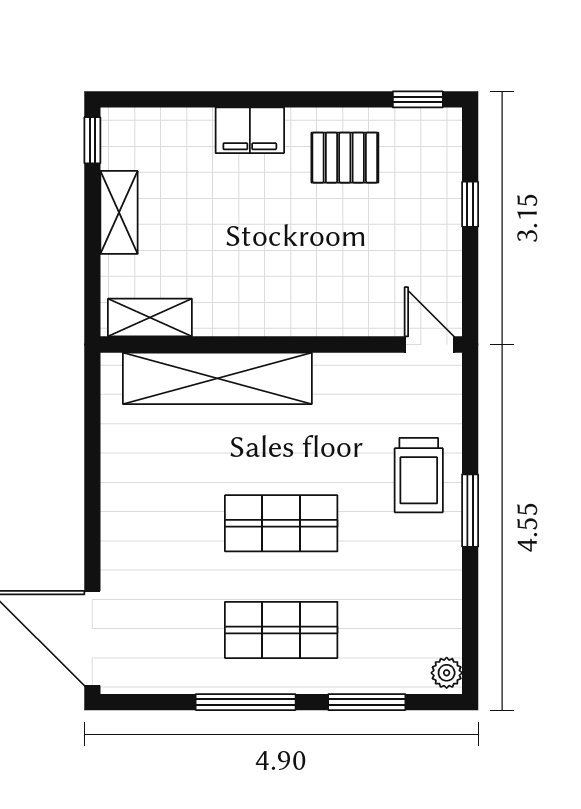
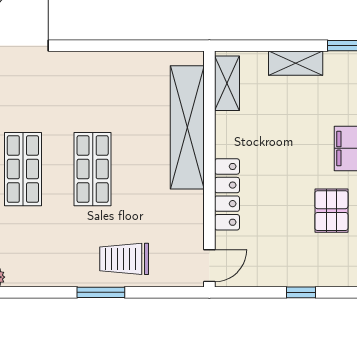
locker: (320, 318) -> (227, 194), added

